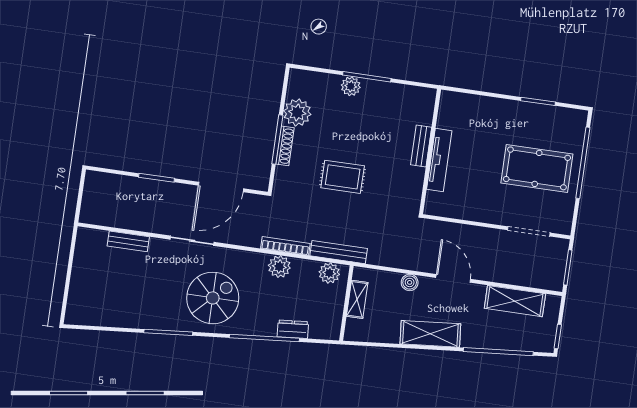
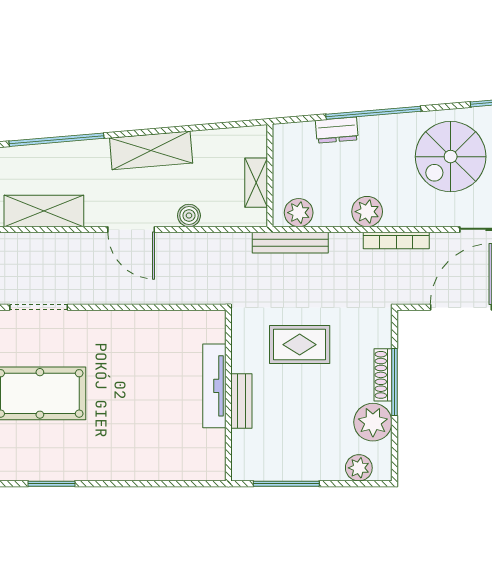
plant: (351, 86) -> (359, 468), moved
bench: (421, 146) -> (241, 401), moved
wall: (430, 151) -> (228, 395), moved
tv unit: (439, 160) -> (214, 386), moved
bookcase: (285, 246) -> (396, 240), moved

